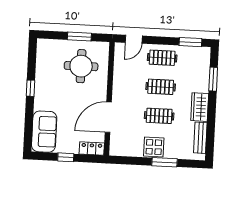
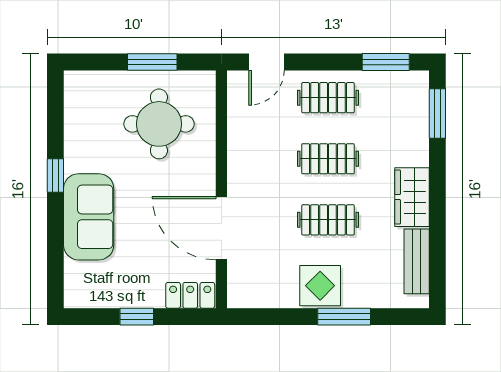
window: (213, 79) -> (437, 114), moved
door: (108, 117) -> (221, 228), hinge flipped
sofa: (44, 132) -> (89, 217), moved

